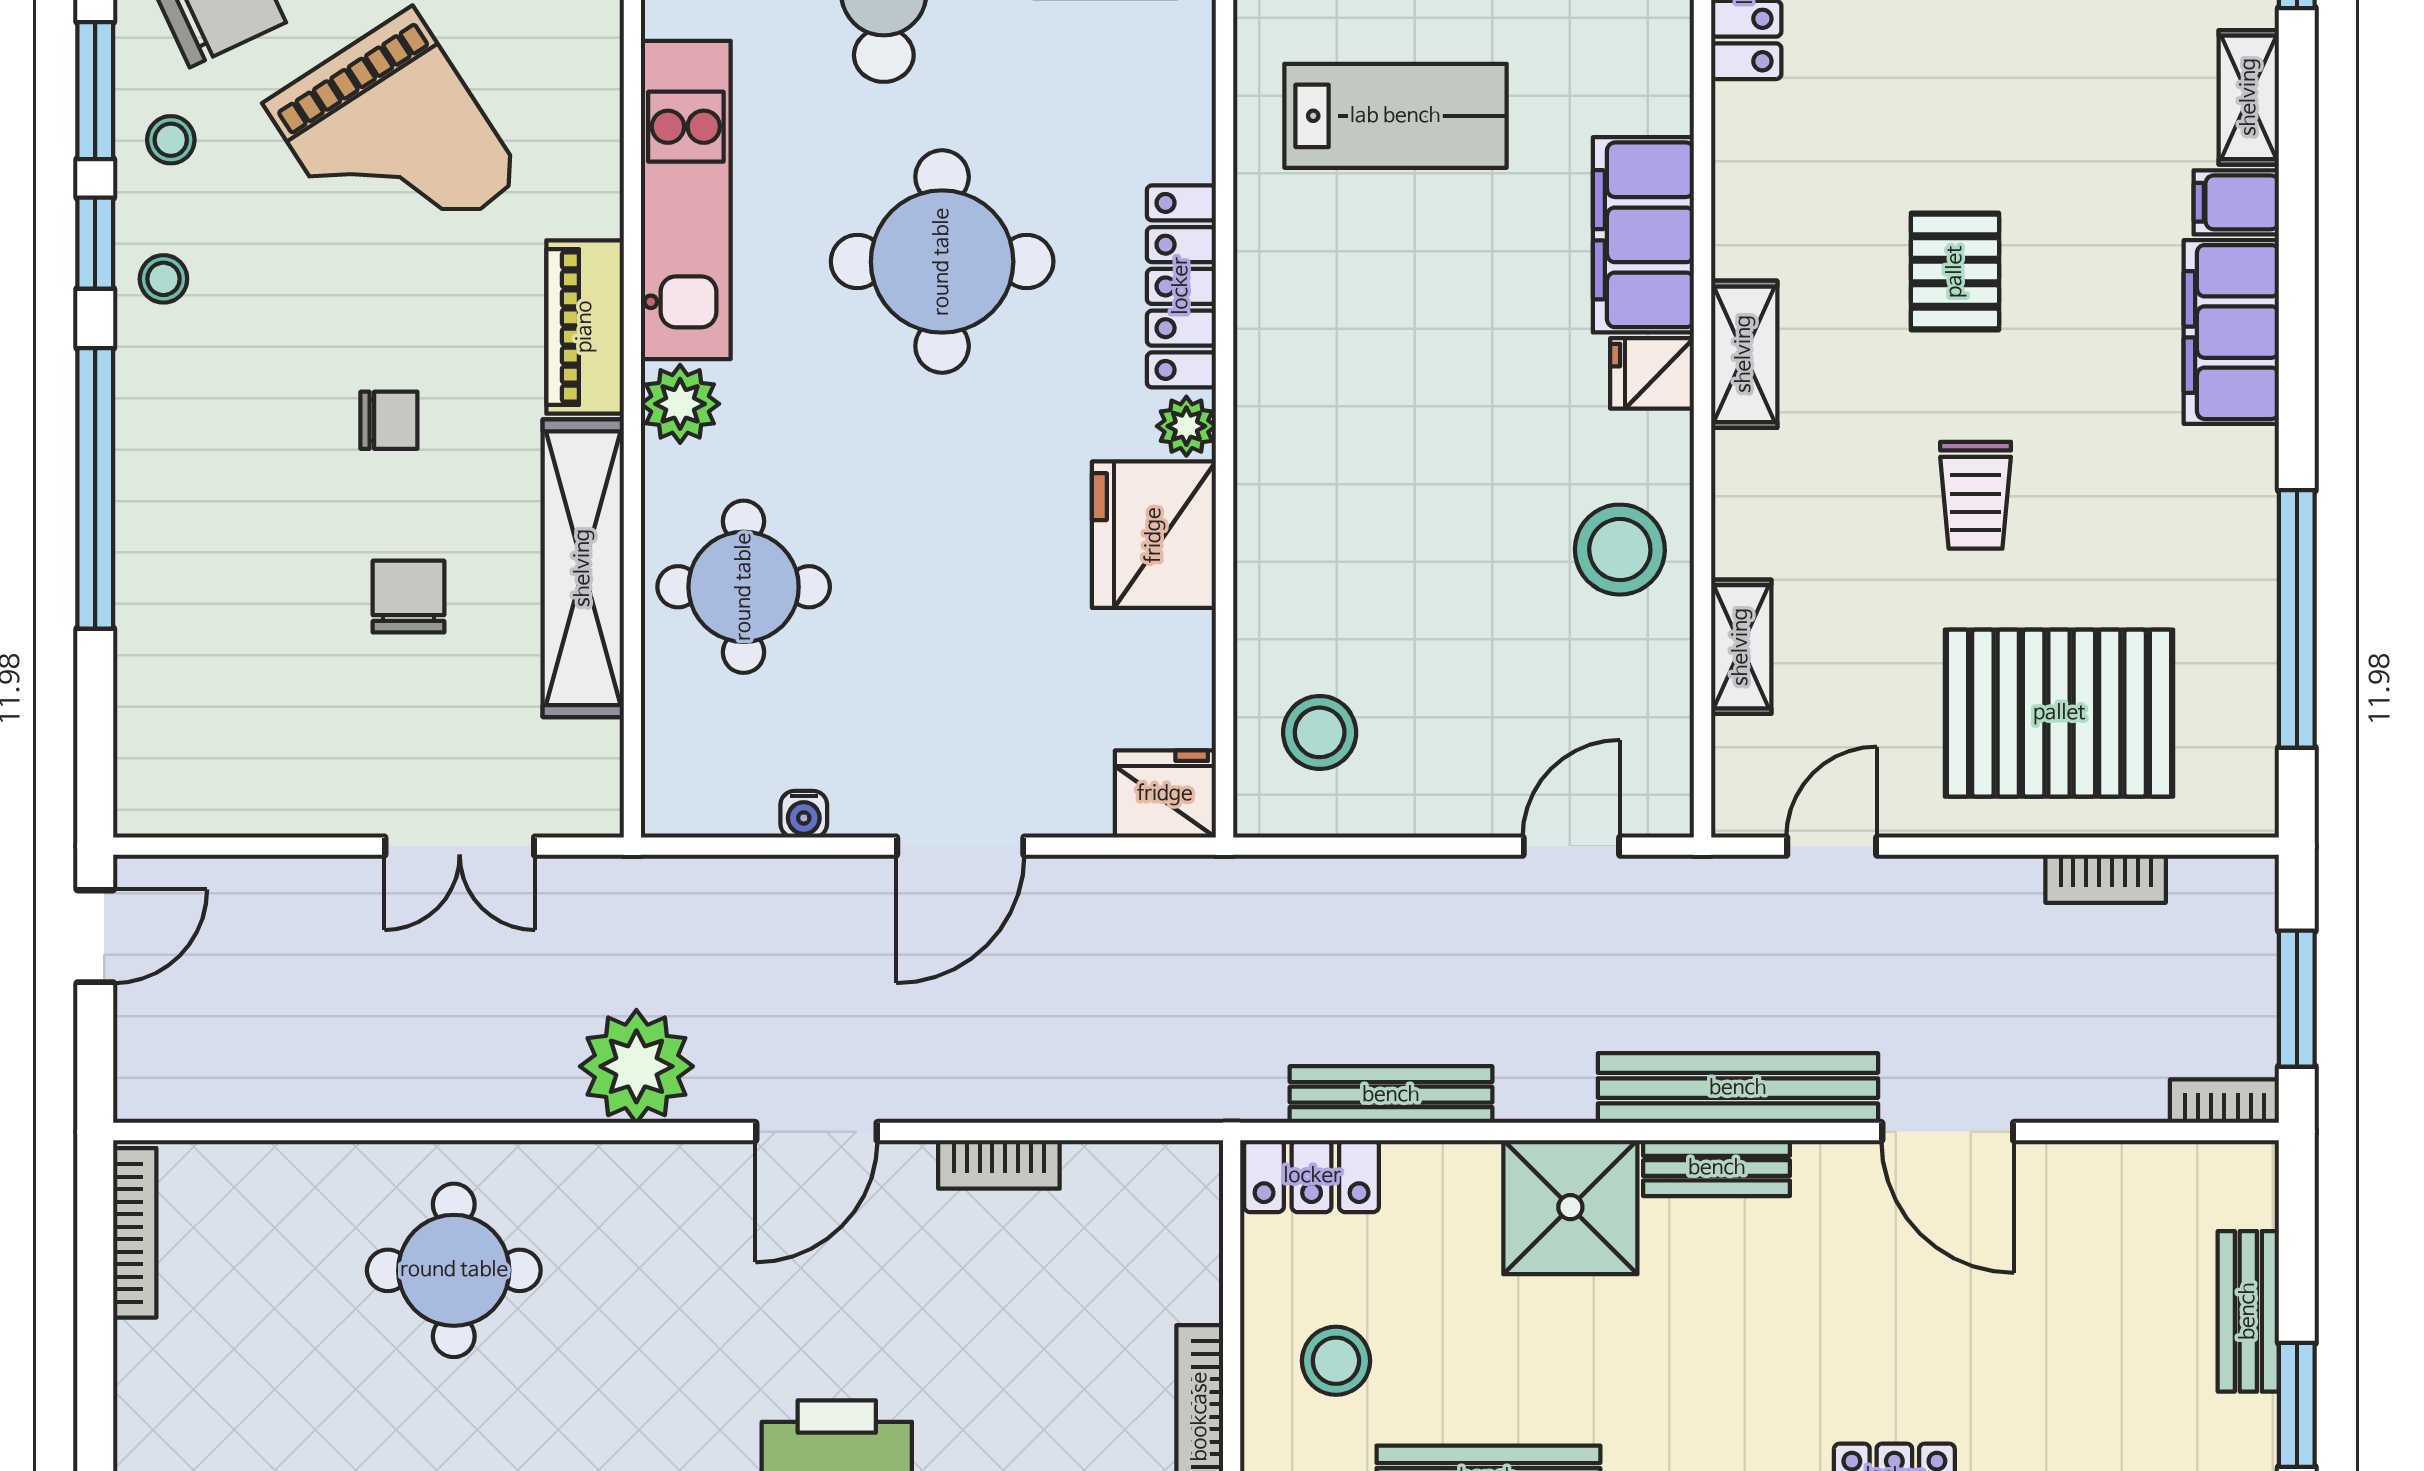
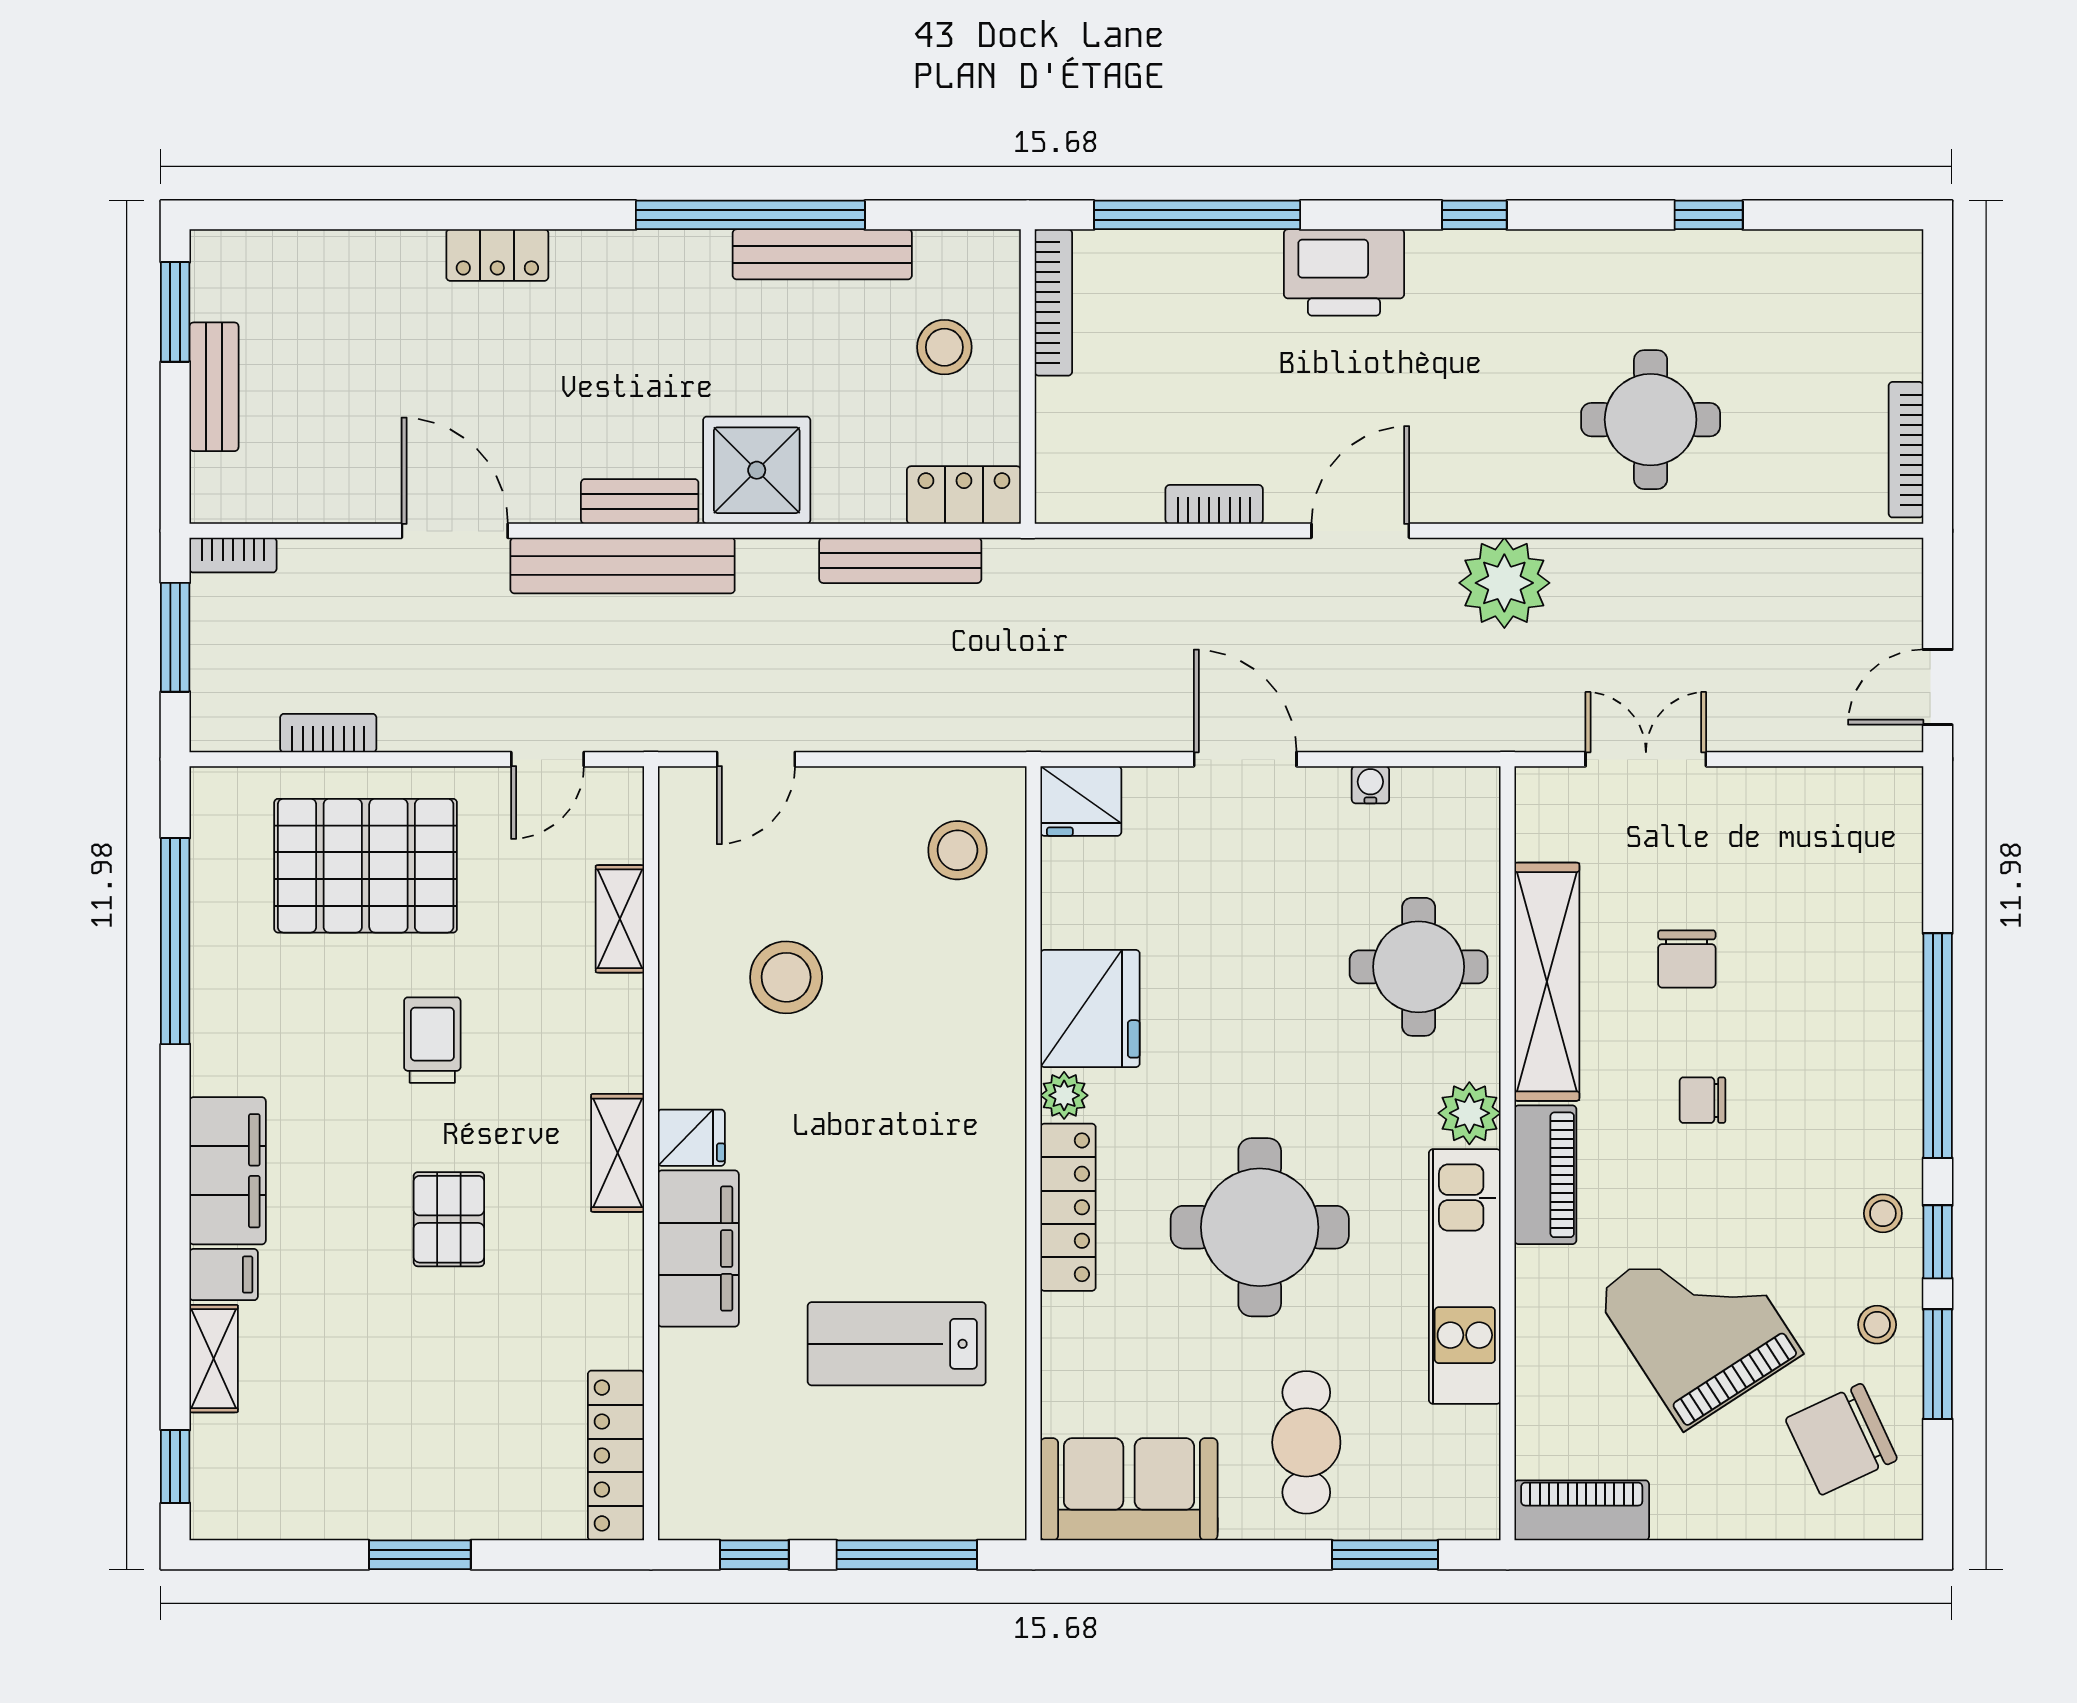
stool: (1620, 550) -> (786, 977), moved
door: (960, 846) -> (1245, 759), hinge flipped

